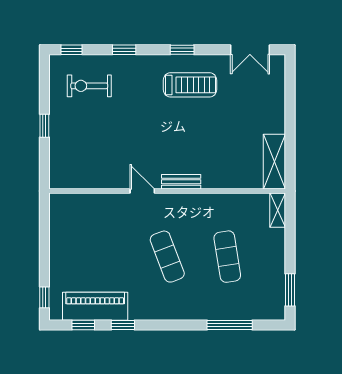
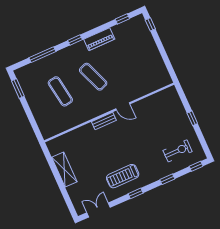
shelving: (274, 162) -> (64, 169), moved
shelving: (278, 210) -> (44, 129), removed
piano: (95, 306) -> (99, 39), moved, width x0.73, depth x0.75
window: (123, 325) -> (75, 40), moved

